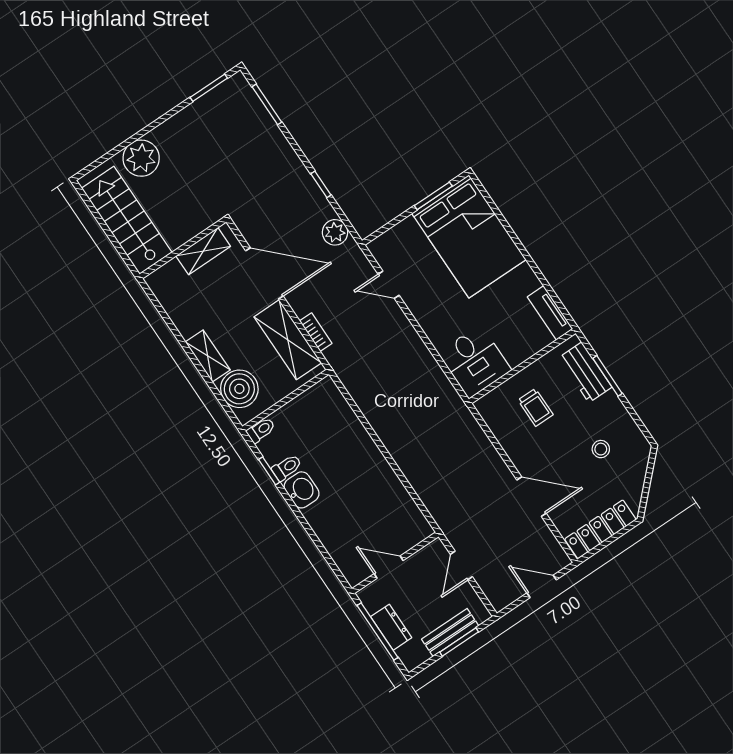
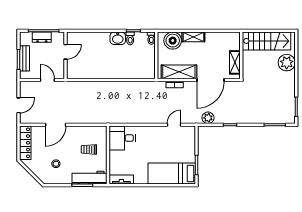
bed: (469, 236) -> (172, 173), width x0.67
workbench: (585, 372) -> (89, 178), width x1.38

